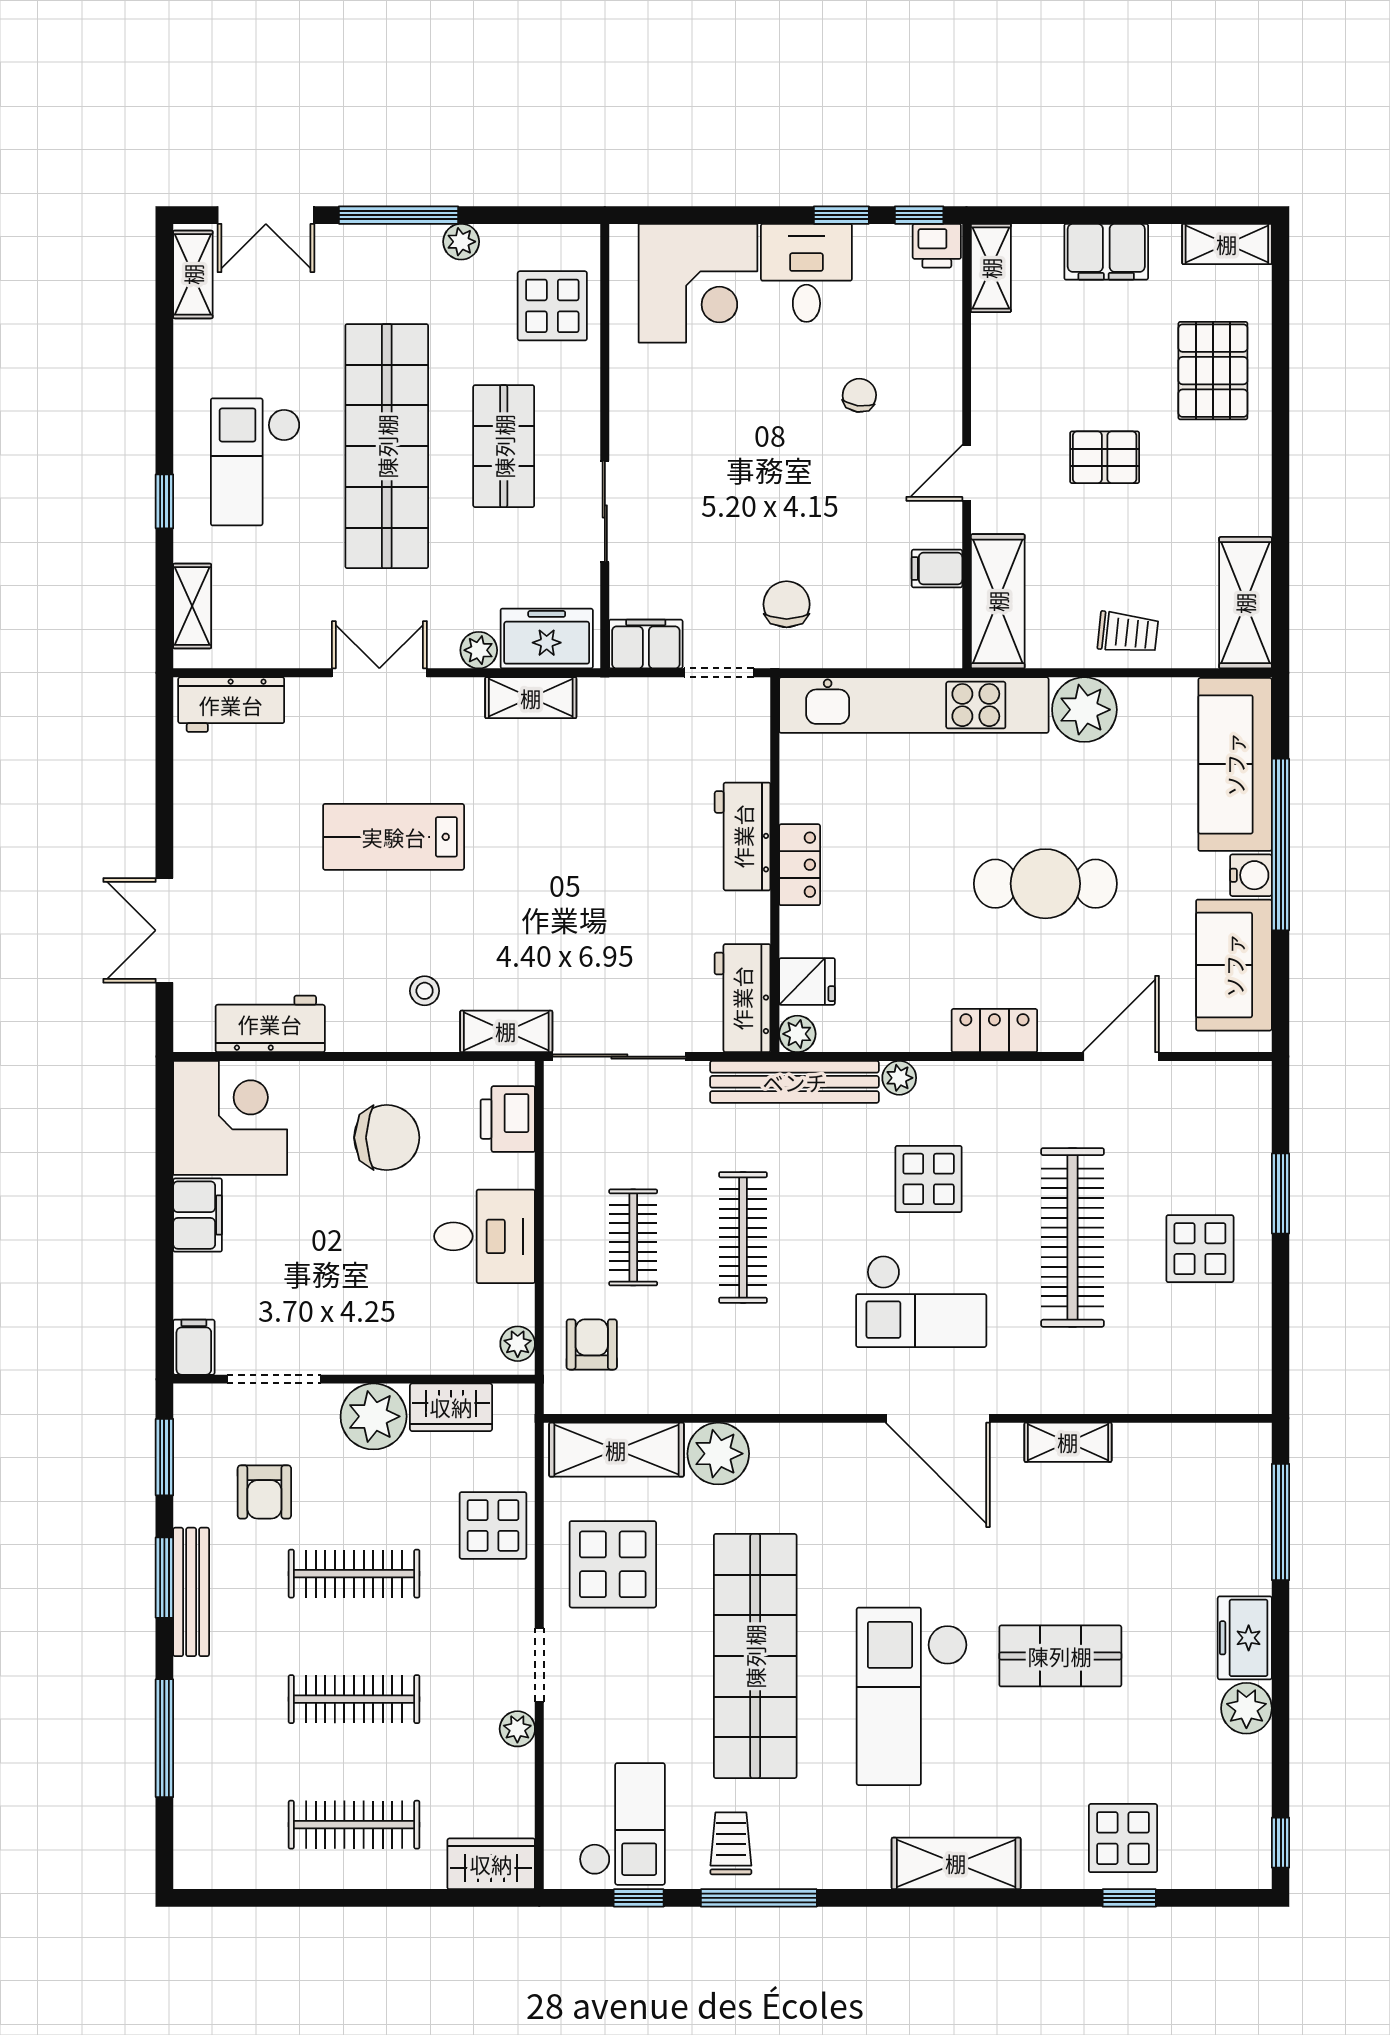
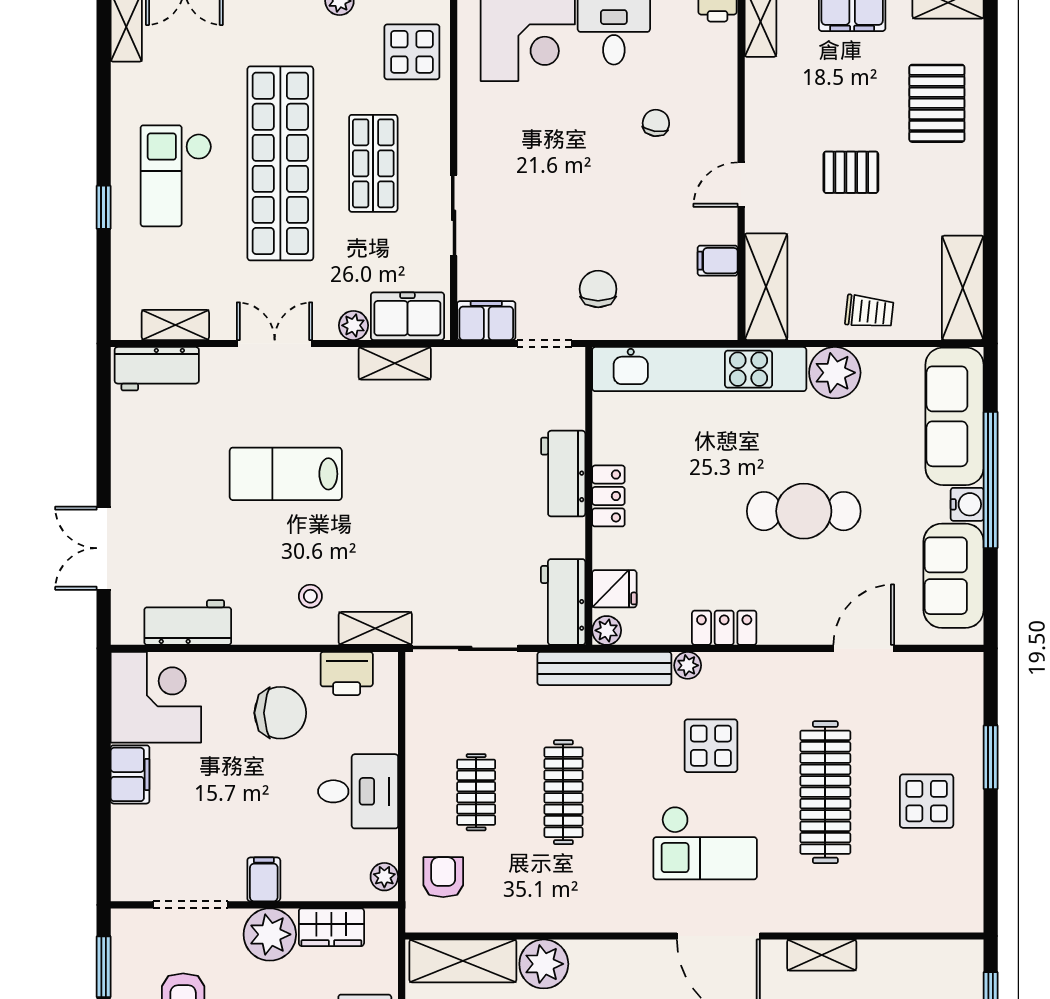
shelving: (192, 606) -> (175, 325), moved, turned 90
locker: (994, 1031) -> (724, 628), moved
printer: (508, 1119) -> (347, 673), moved, turned -90
filing cabinet: (194, 1347) -> (264, 879), moved

